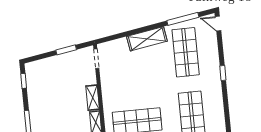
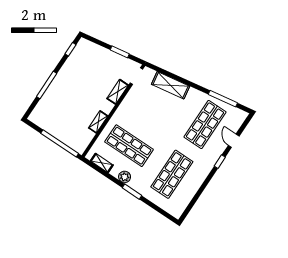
door: (218, 24) -> (234, 141), moved
shelving: (147, 39) -> (171, 85), moved
shelving: (93, 98) -> (118, 92), moved

